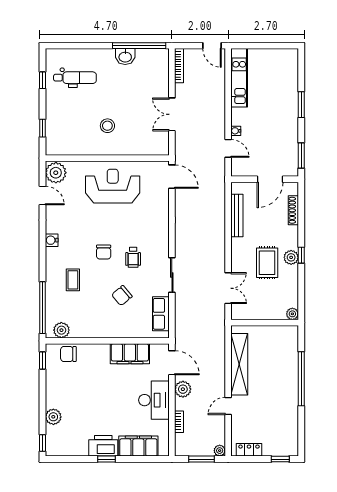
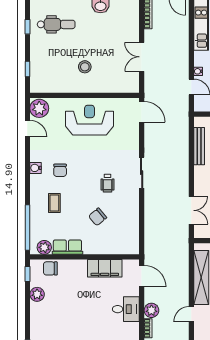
chair: (104, 252) -> (60, 170), moved
sliding door: (172, 275) -> (142, 173), moved
row of seats: (161, 314) -> (67, 247), moved, turned 90
plant: (183, 389) -> (151, 310), moved
desk: (154, 400) -> (126, 309), width x0.73
plant: (53, 417) -> (37, 294), moved

